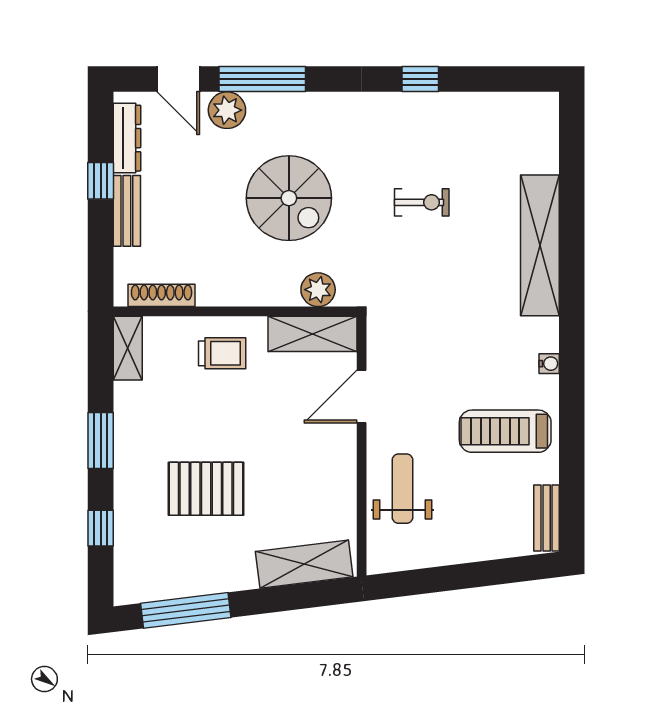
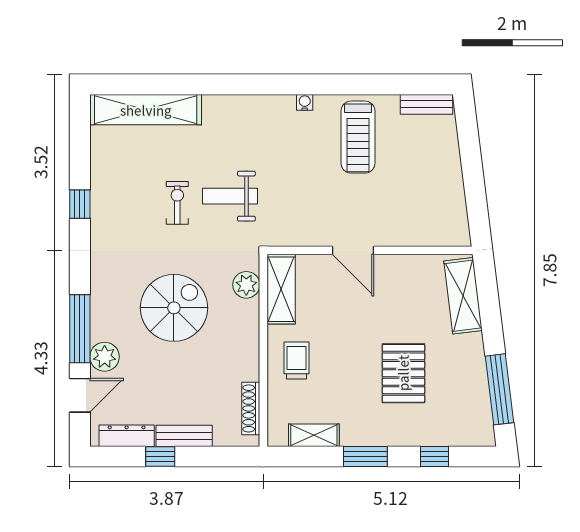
shelving: (540, 245) -> (146, 110), moved
shelving: (128, 348) -> (314, 435), moved
door: (362, 397) -> (353, 250), moved
weight bench: (402, 489) -> (230, 196), moved

